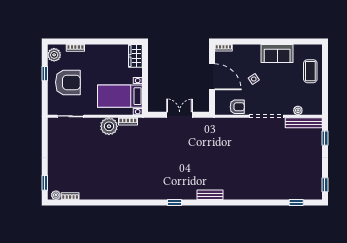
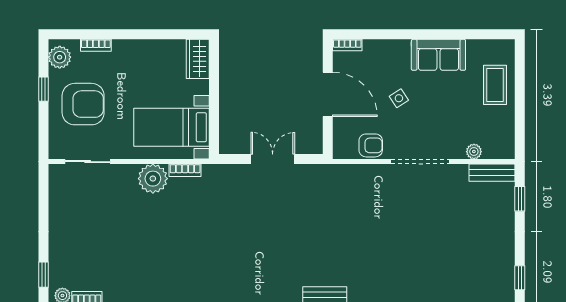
bench: (304, 123) -> (492, 173), width x0.73

